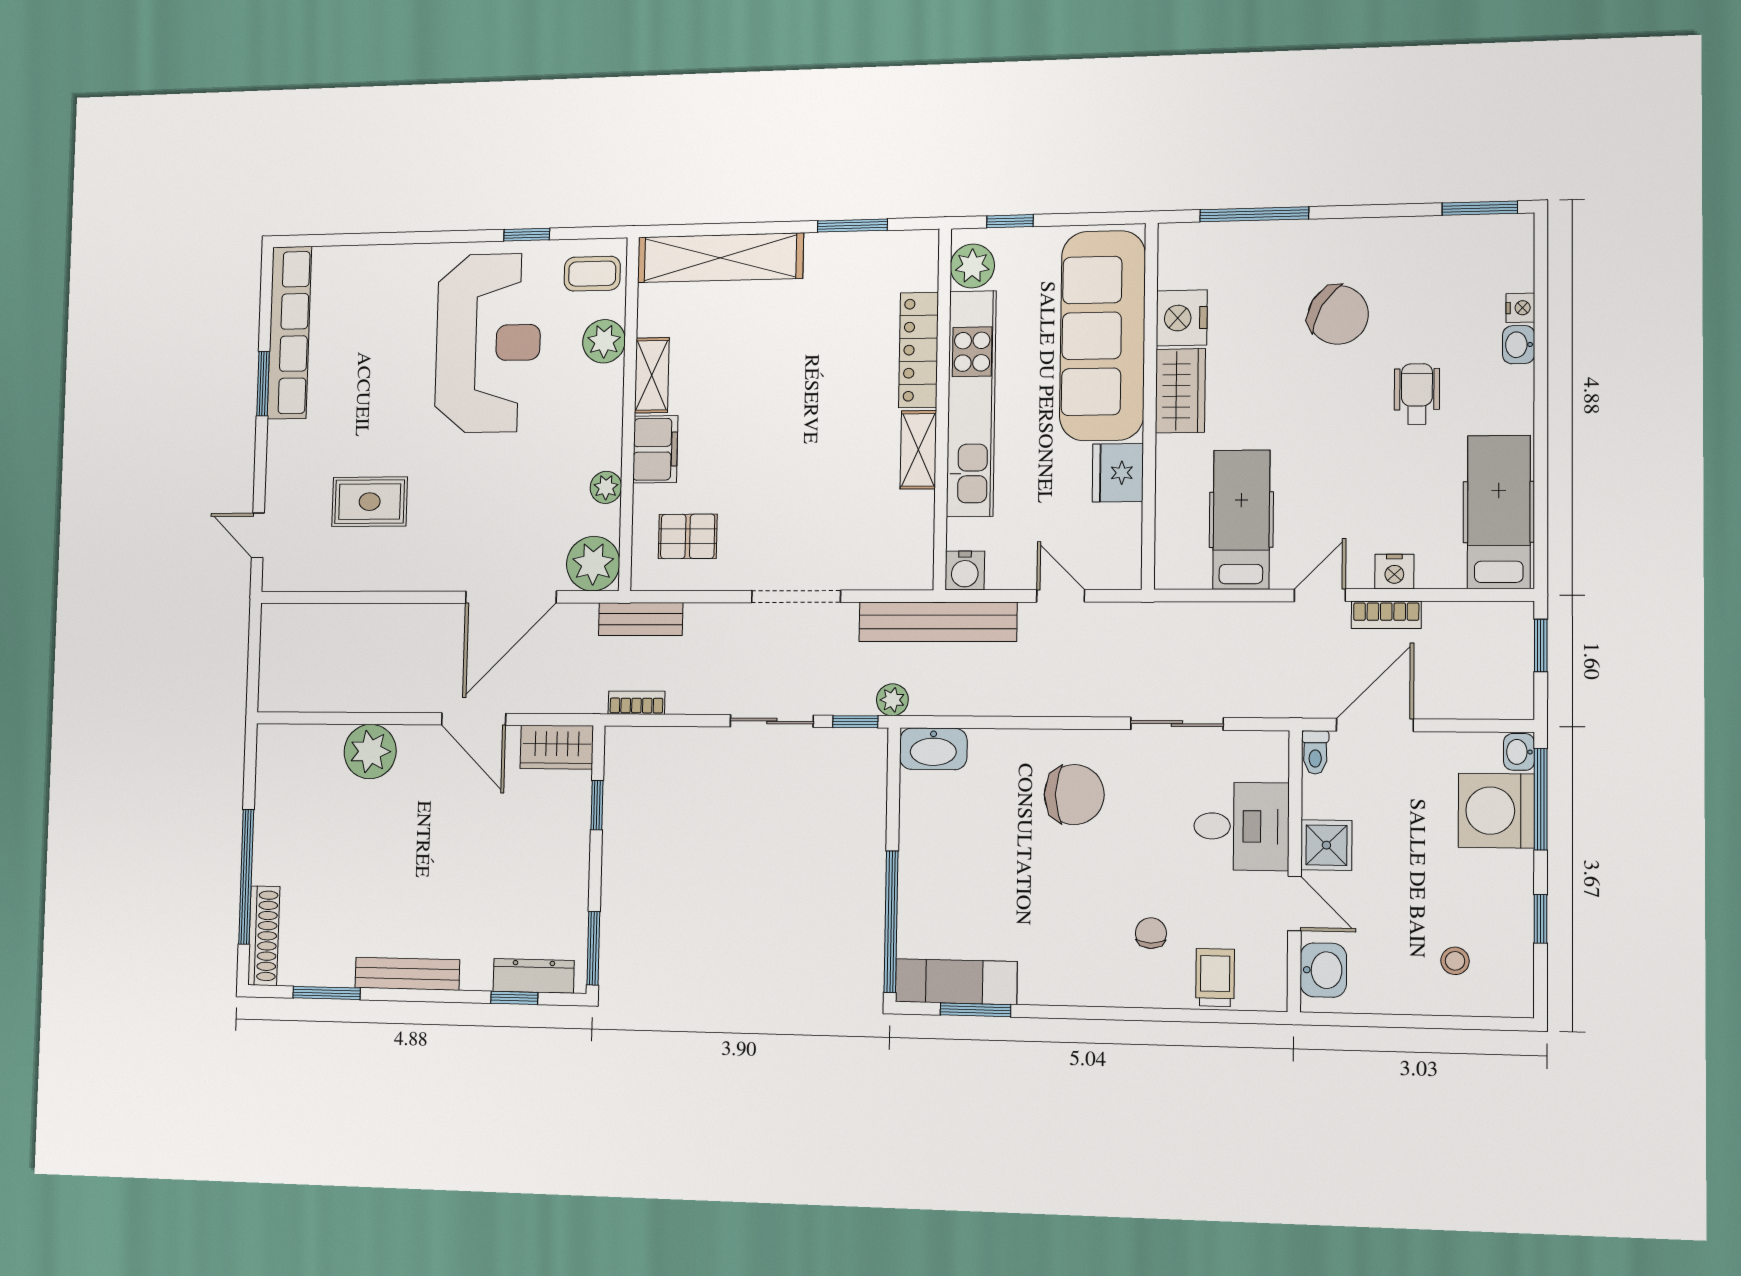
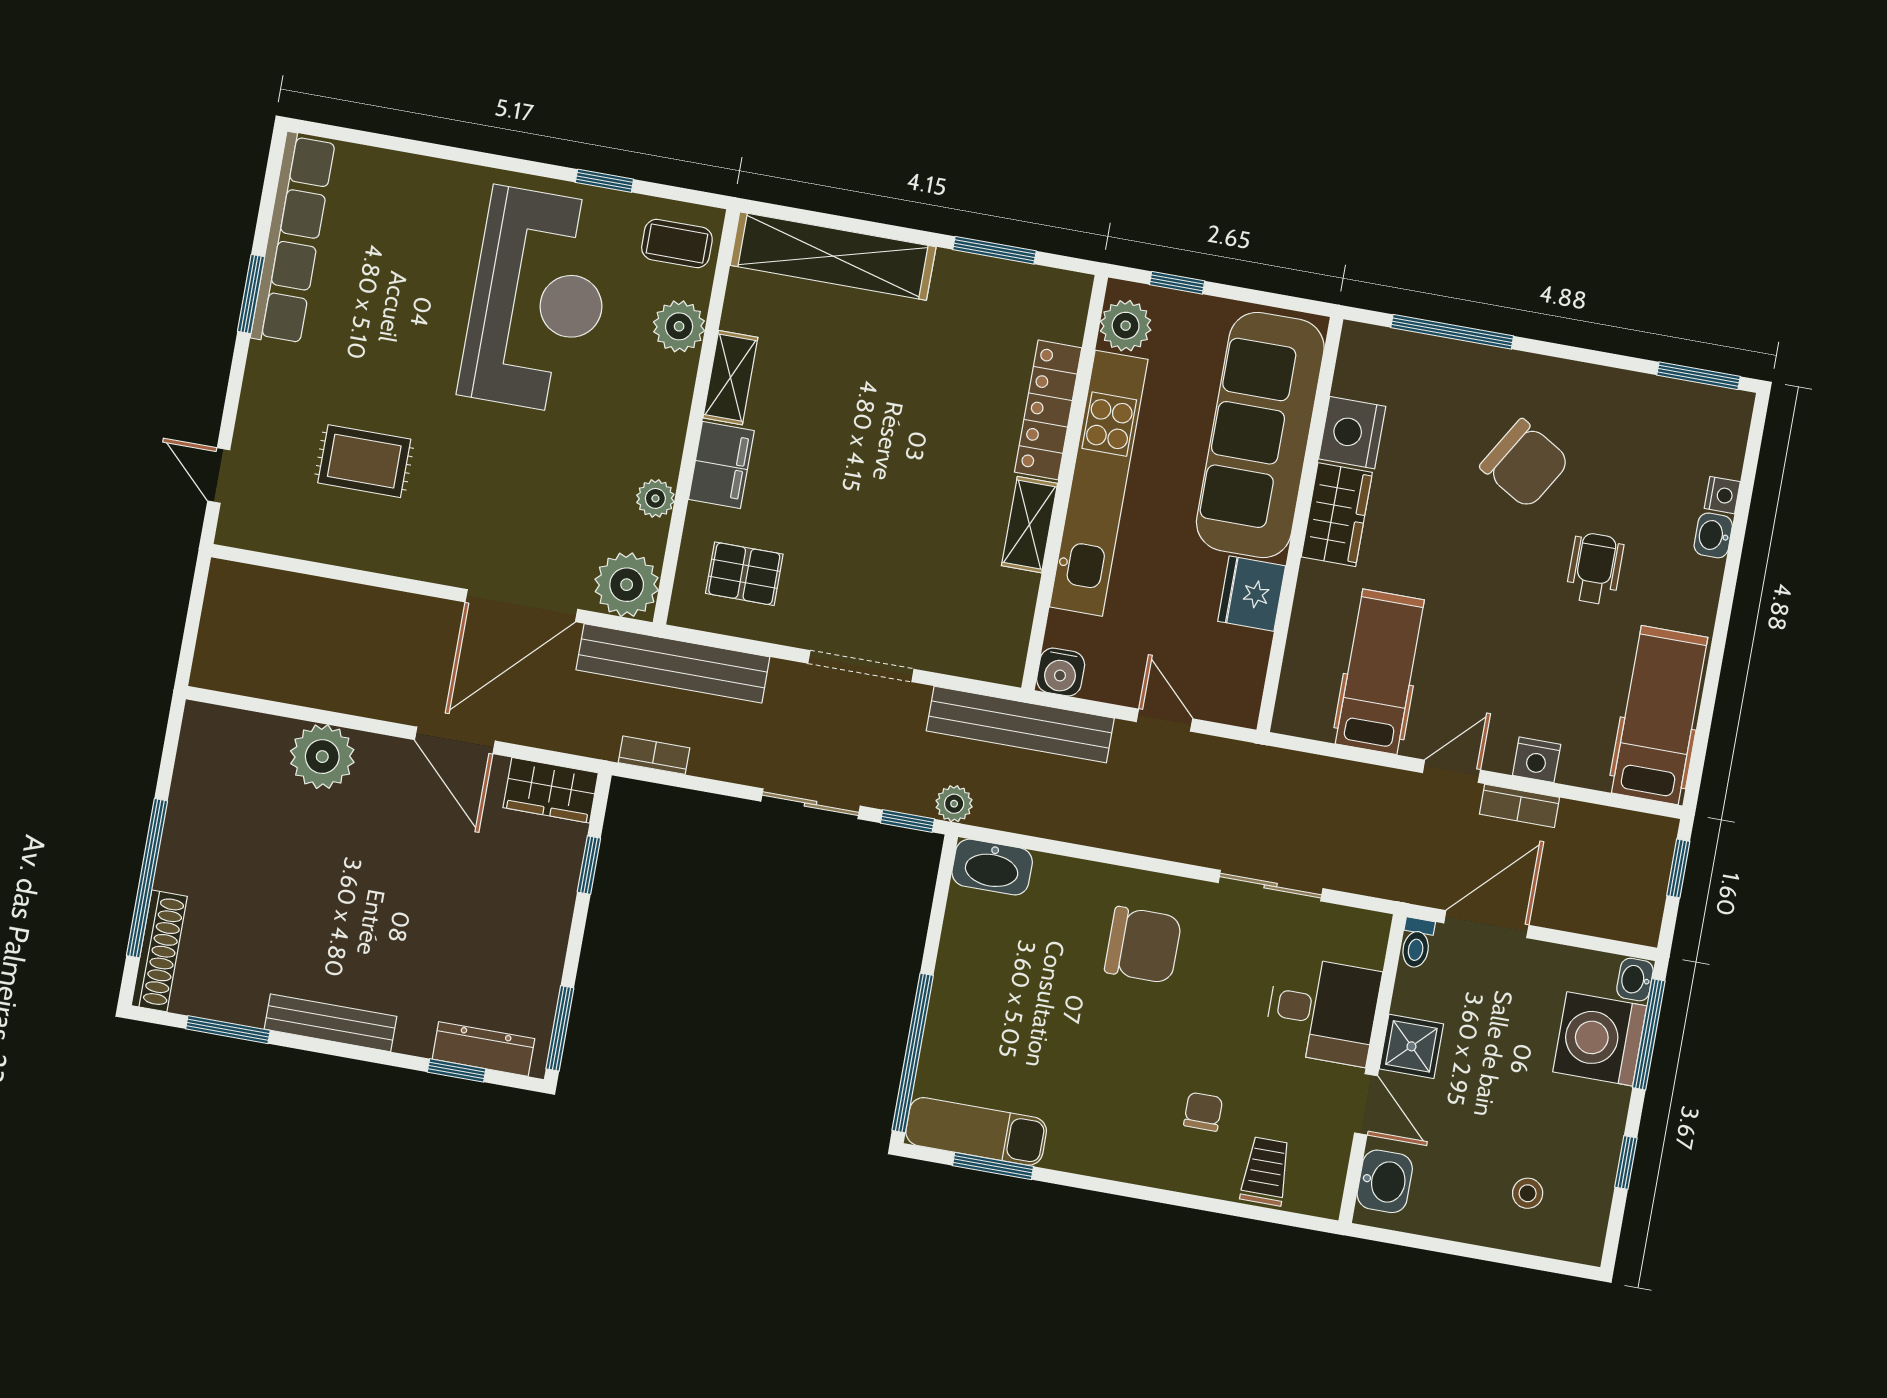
bench: (641, 619) -> (673, 663), width x1.86, depth x1.21

